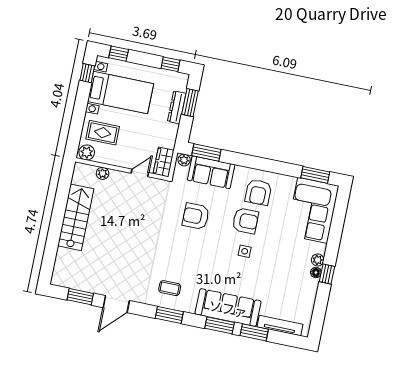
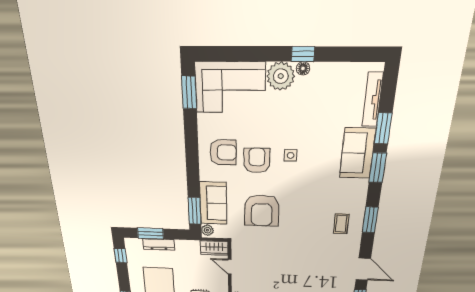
armchair: (196, 216) -> (262, 211), width x1.36, depth x1.36
plant: (318, 260) -> (281, 76), width x1.88, depth x1.88
sofa: (228, 308) -> (357, 153), width x0.73

